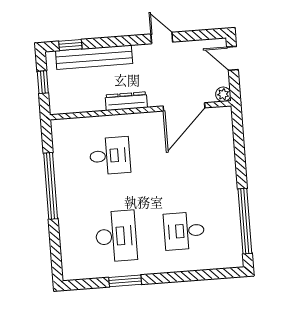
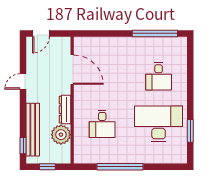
plant: (223, 94) -> (61, 135), moved, width x1.87, depth x1.87
desk: (110, 156) -> (102, 124), turned 180
desk: (116, 236) -> (159, 124), width x1.36, depth x1.30
window: (125, 281) -> (190, 131), moved

